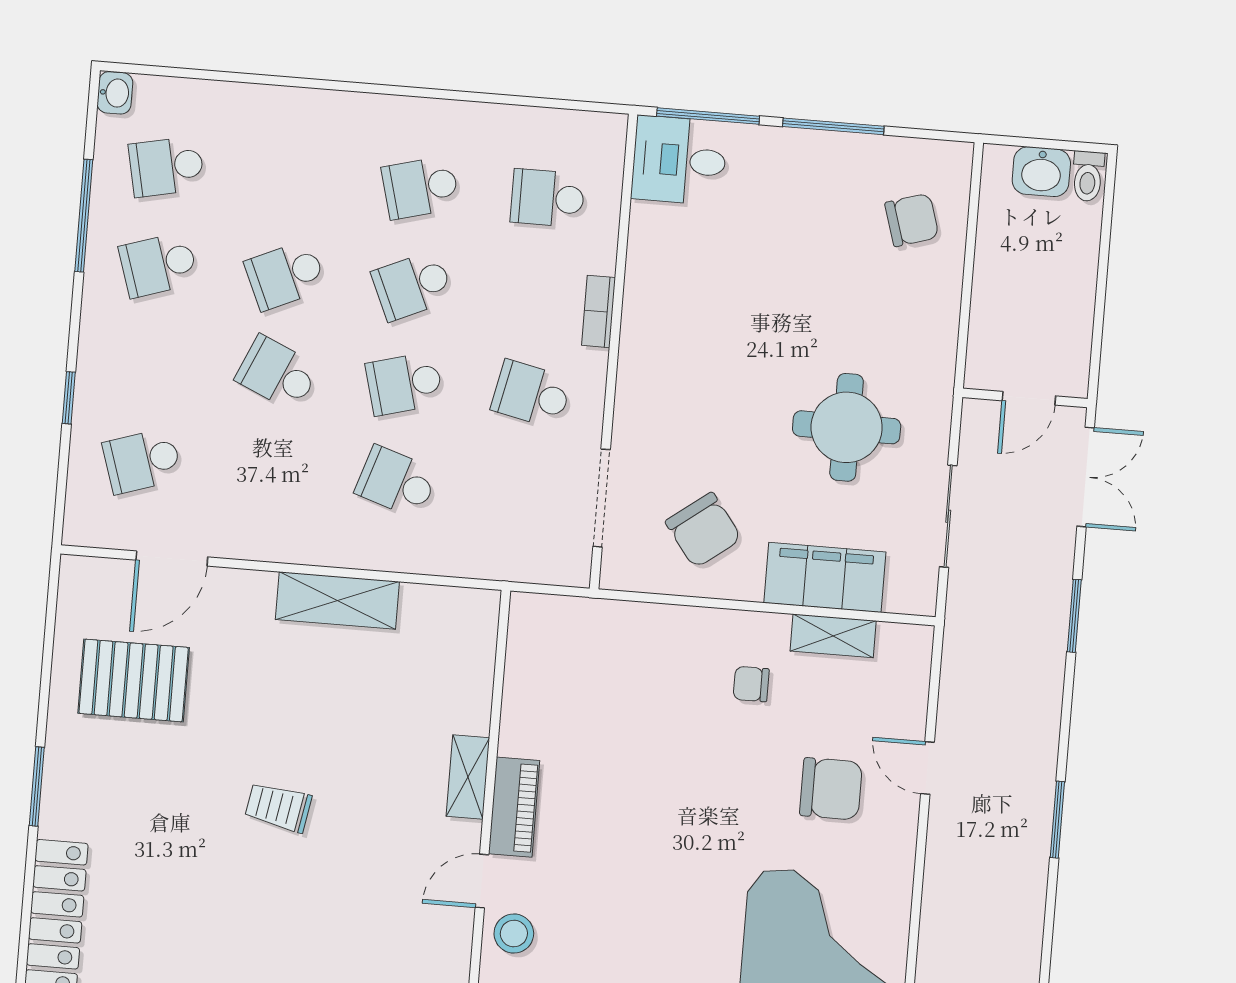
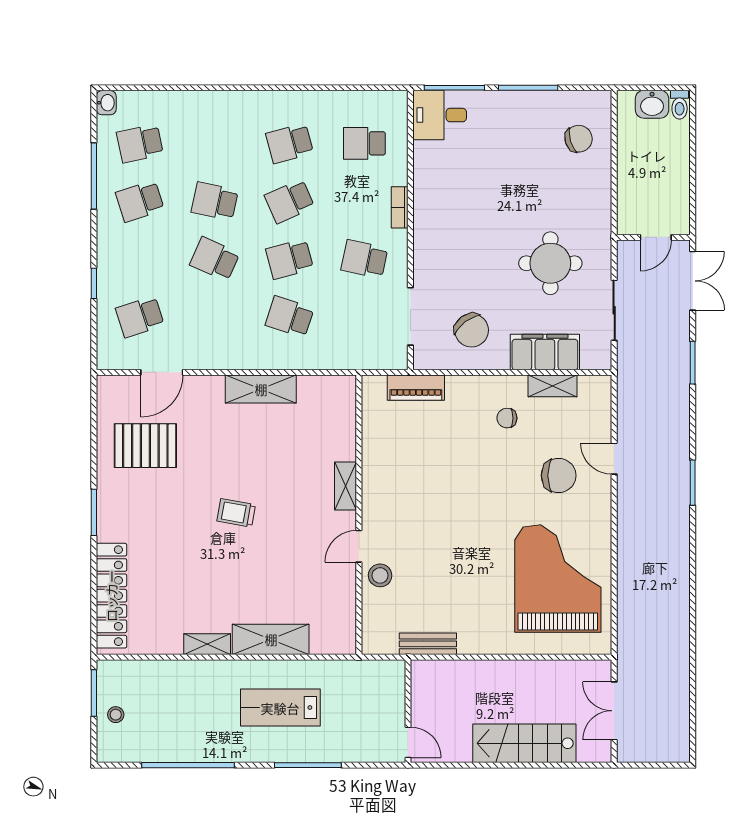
school desk: (285, 275) -> (215, 201), turned 36
piano: (514, 807) -> (416, 388), moved, turned 90

